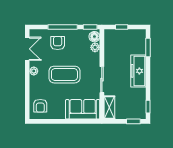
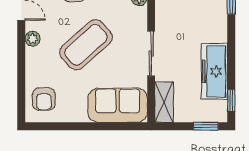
freezer: (138, 71) -> (214, 71), moved
coffee table: (64, 75) -> (86, 45), turned -42

